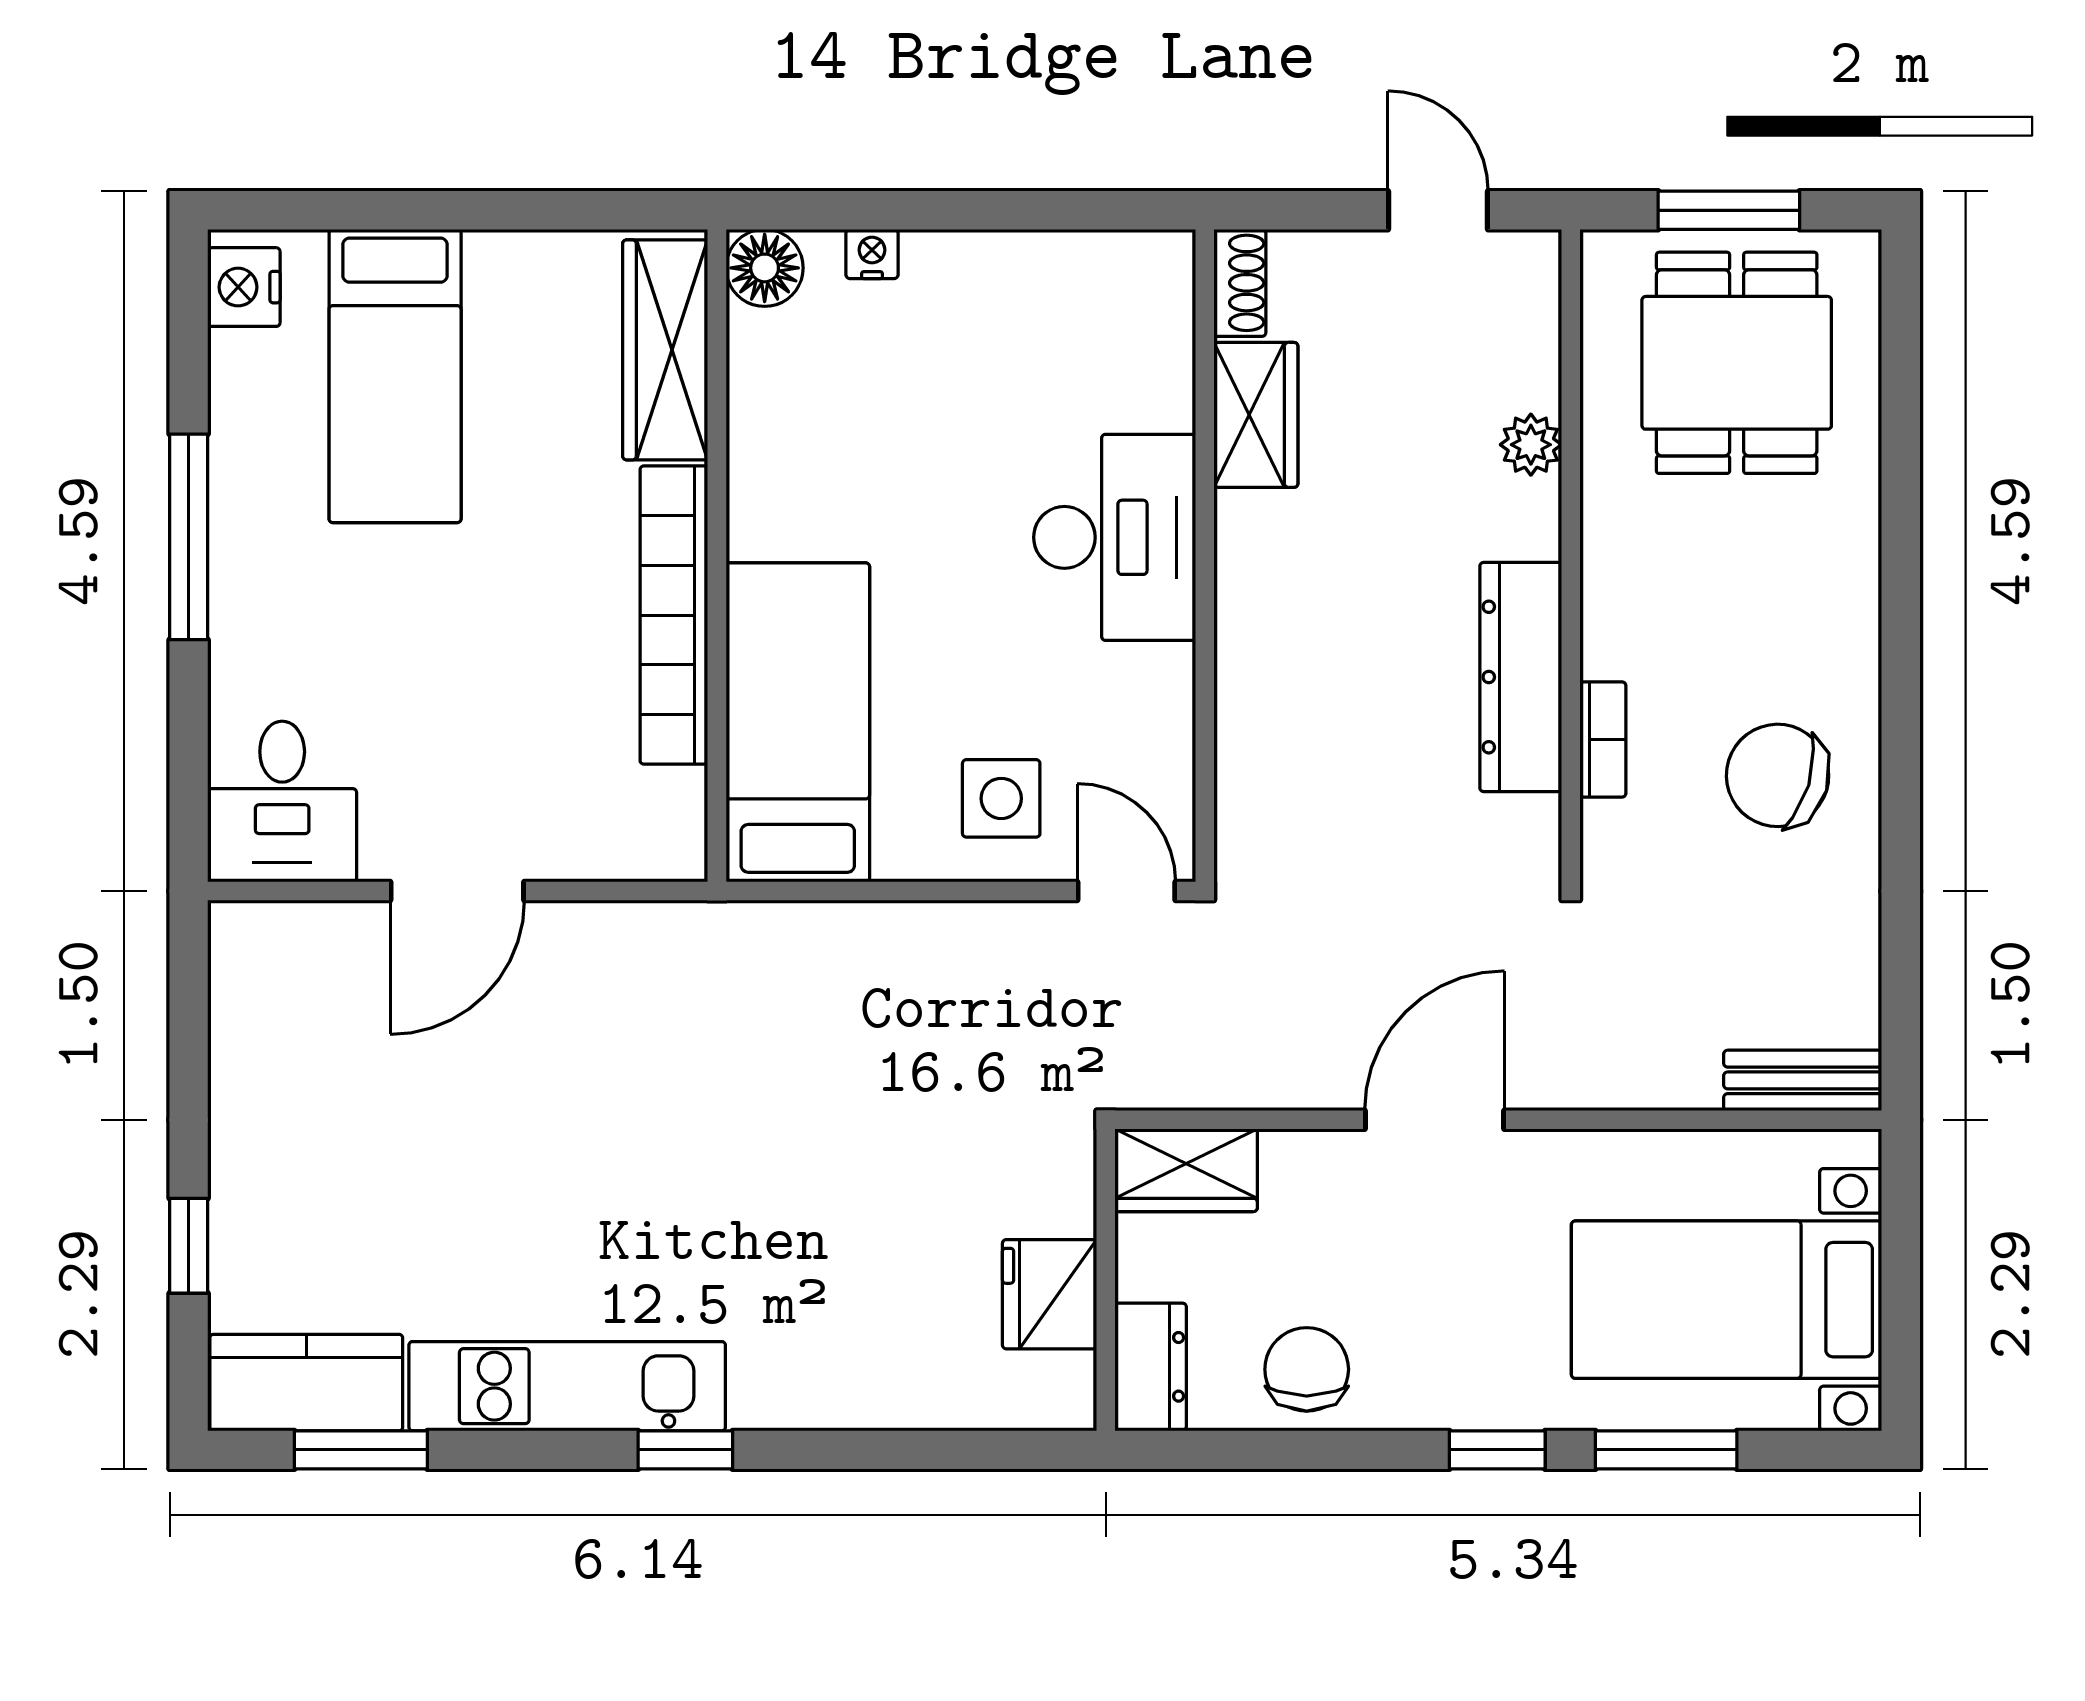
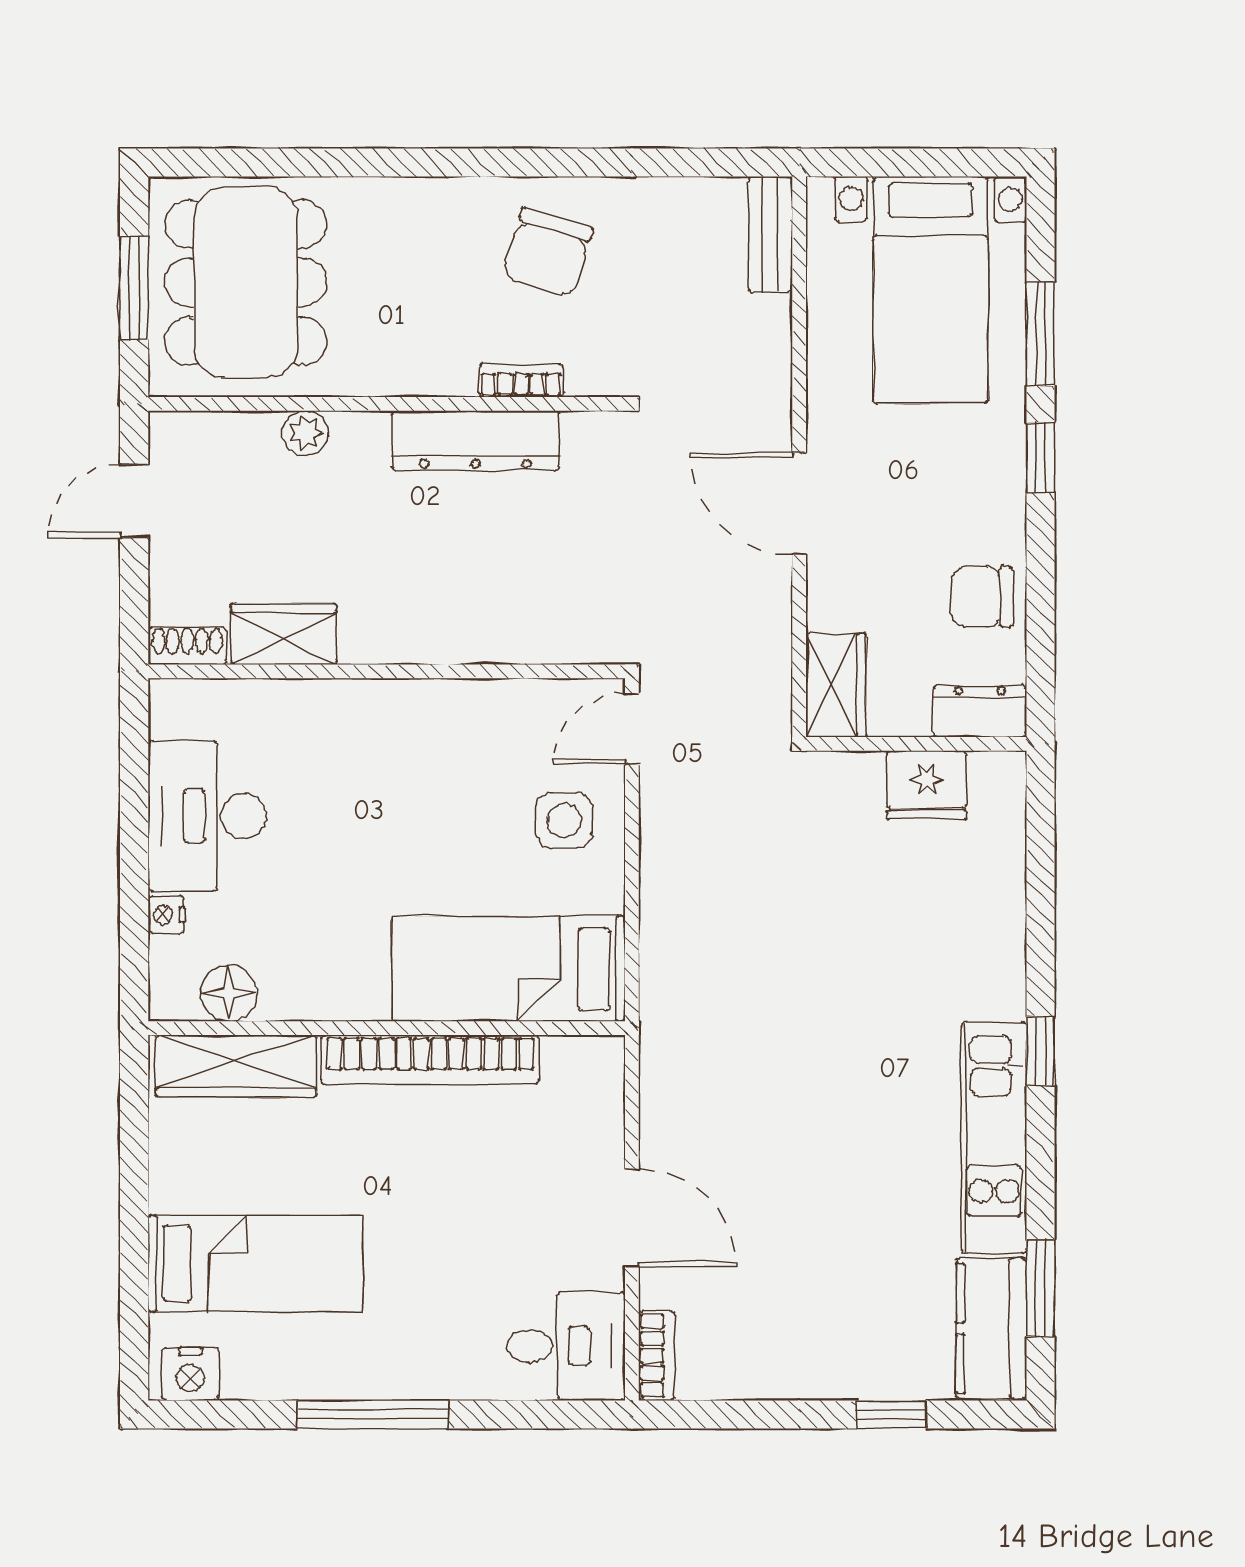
floor lamp: (765, 268) -> (229, 993), moved
dining table: (1737, 363) -> (246, 283), width x1.38
desk: (1115, 537) -> (207, 816), moved, turned -90
bookcase: (269, 925) -> (656, 1356), added

